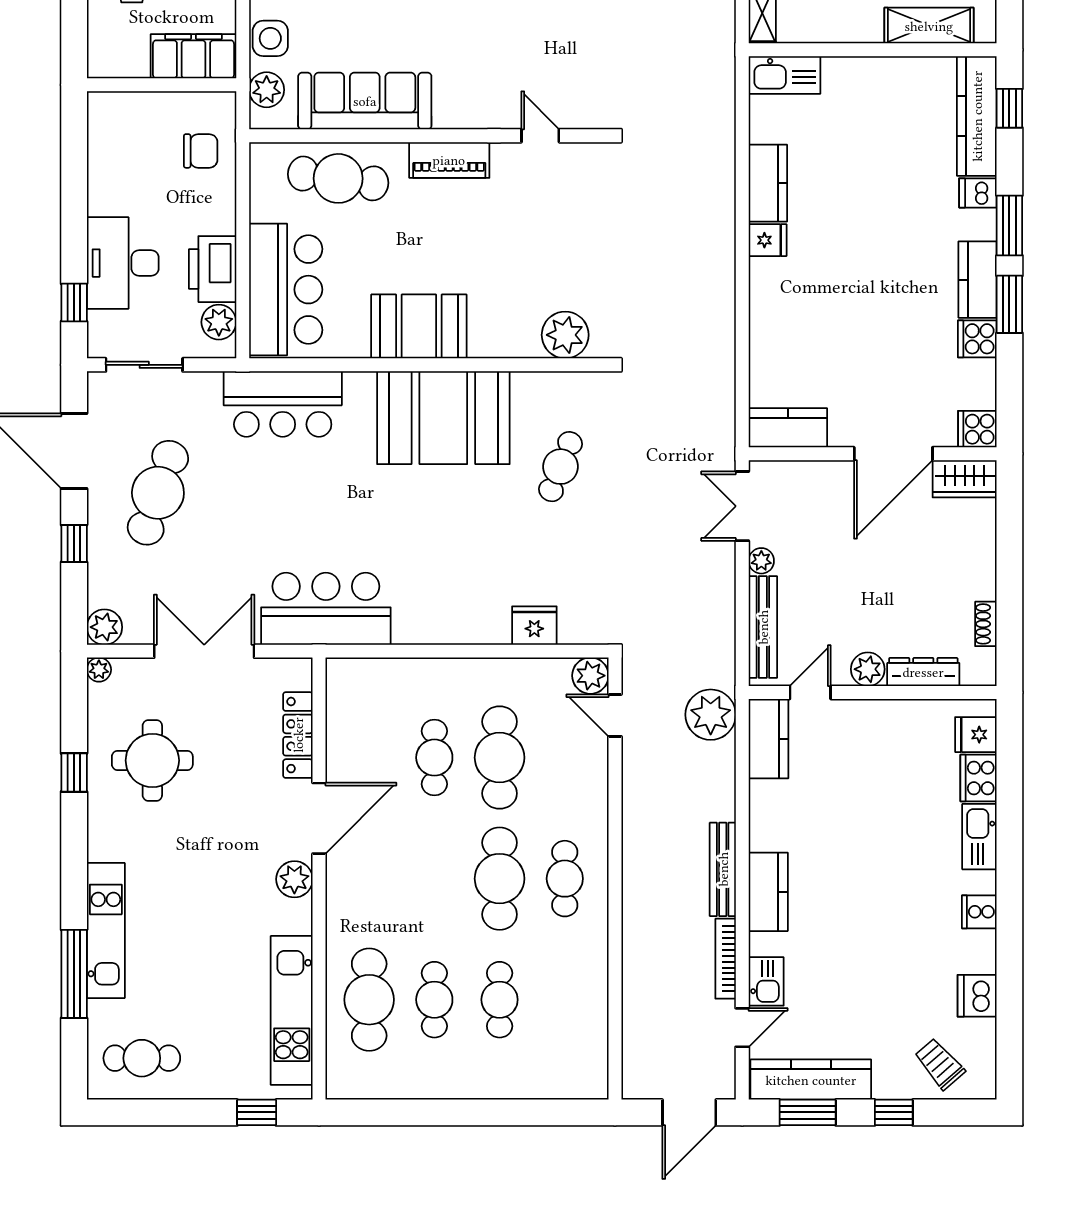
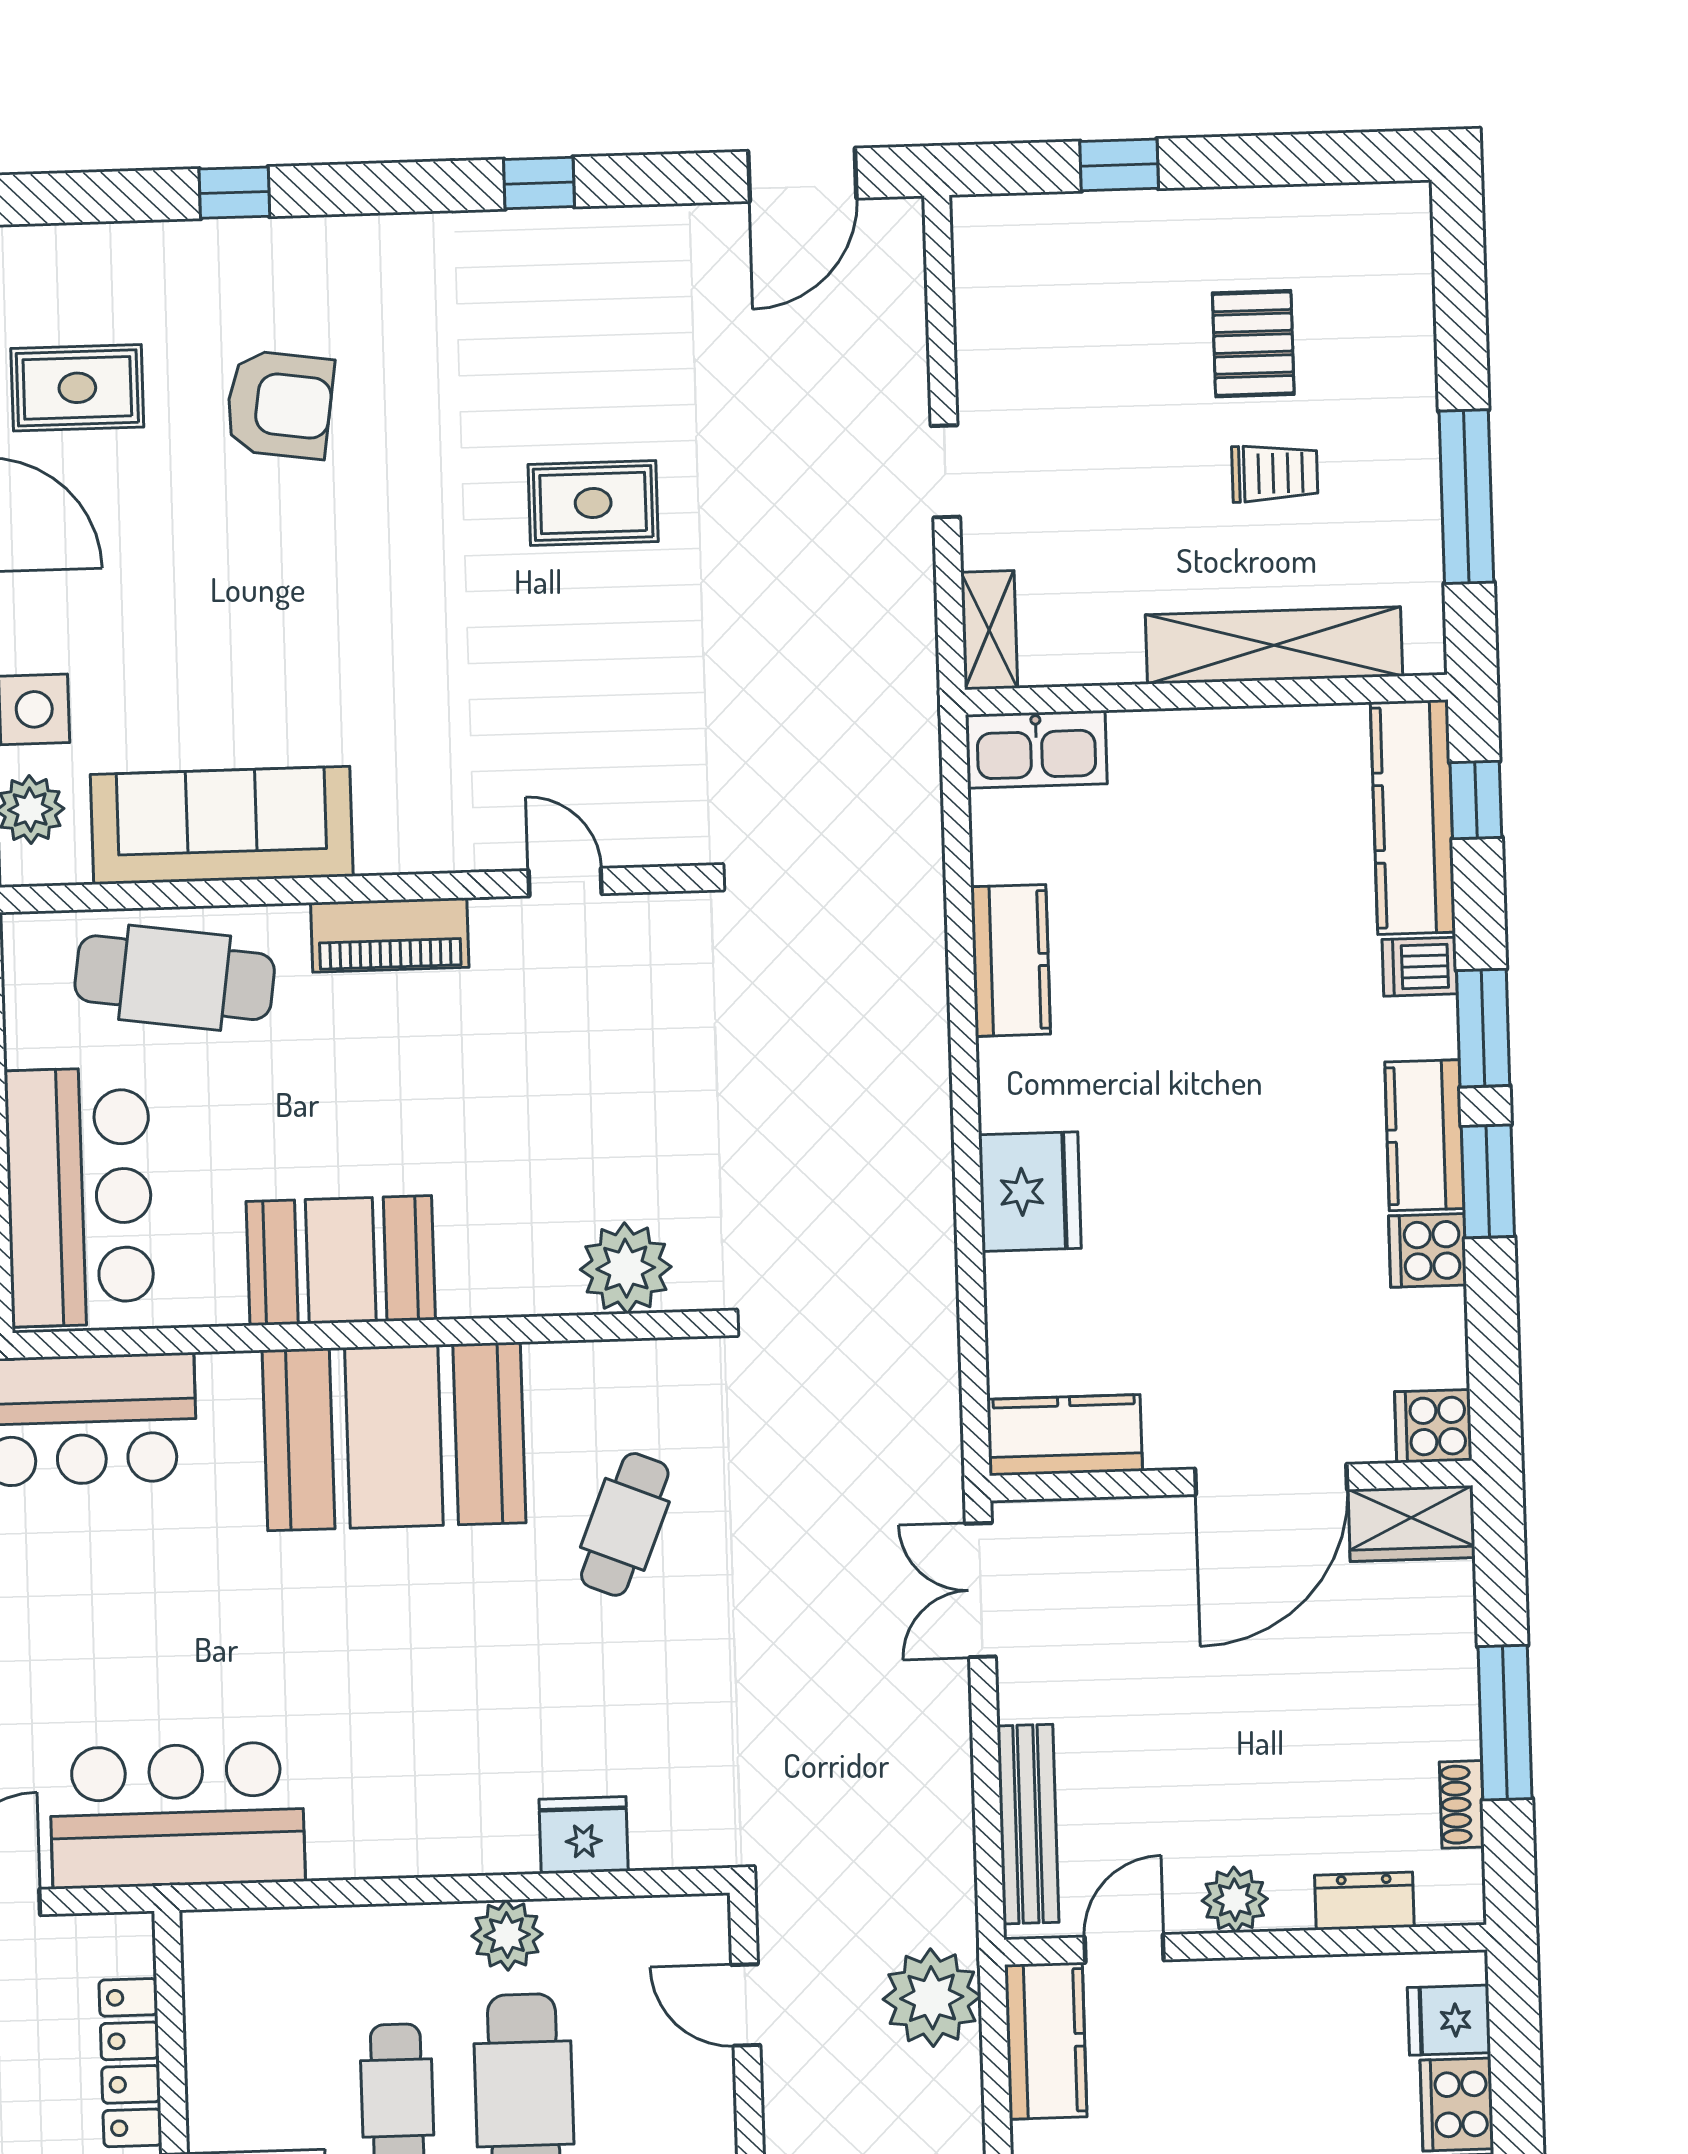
shelving: (929, 26) -> (1274, 645), width x1.47
fridge: (768, 240) -> (1030, 1192), moved, width x1.88, depth x1.34
plant: (761, 561) -> (1021, 1695), removed
window: (1009, 583) -> (1505, 1723), added
dresser: (923, 672) -> (1364, 1901), width x0.70
plant: (590, 676) -> (507, 1935), moved

